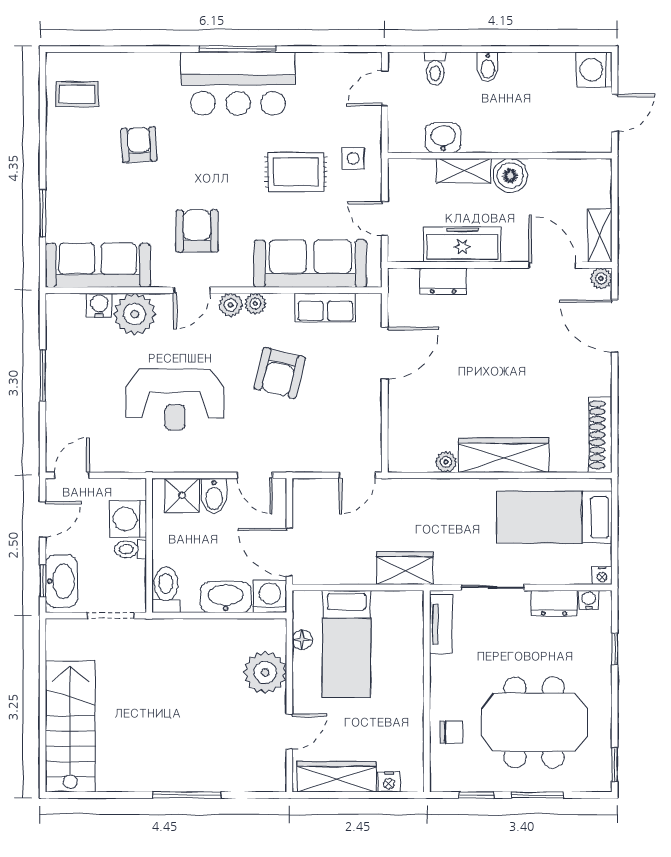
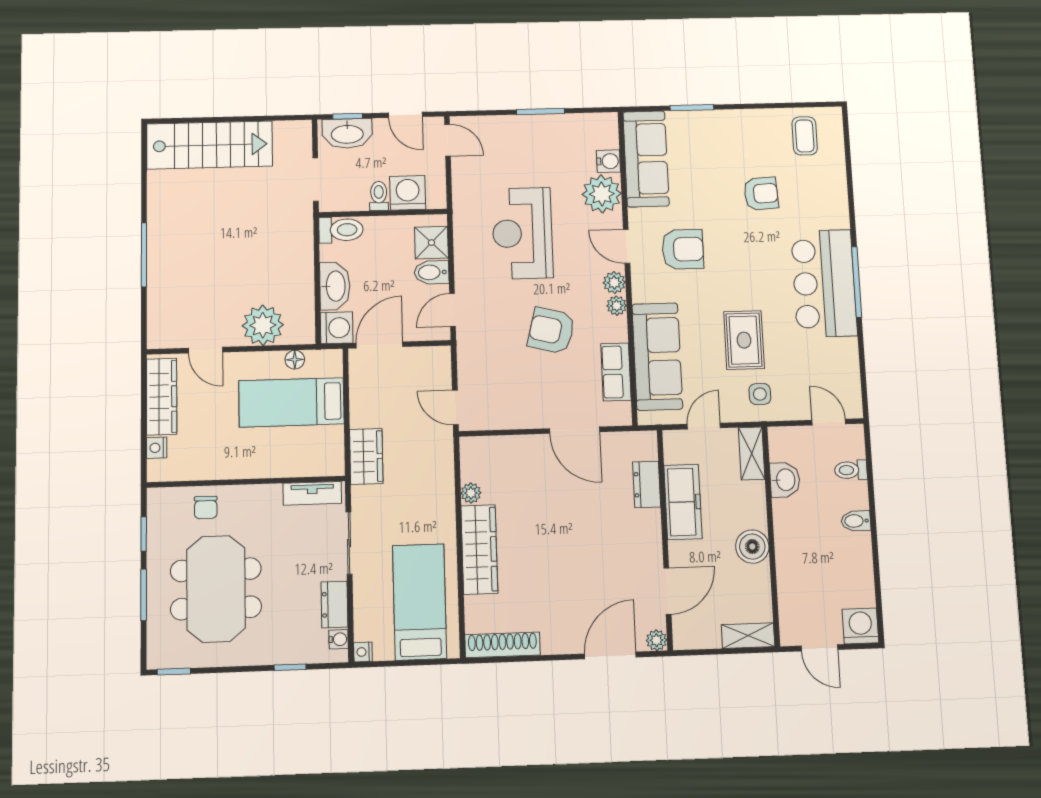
shelving: (464, 171) -> (752, 453), moved
shelving: (600, 236) -> (748, 636), moved

